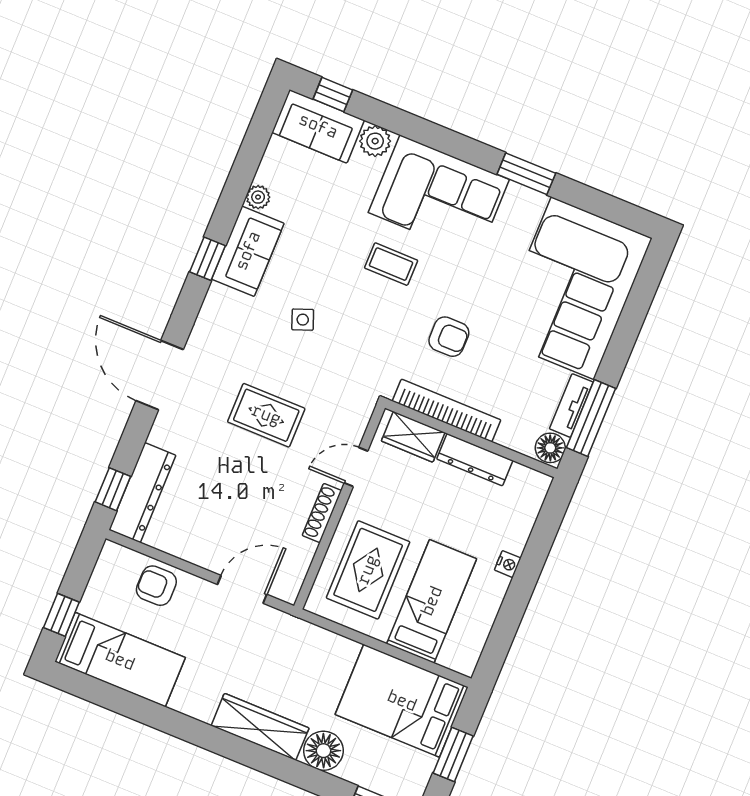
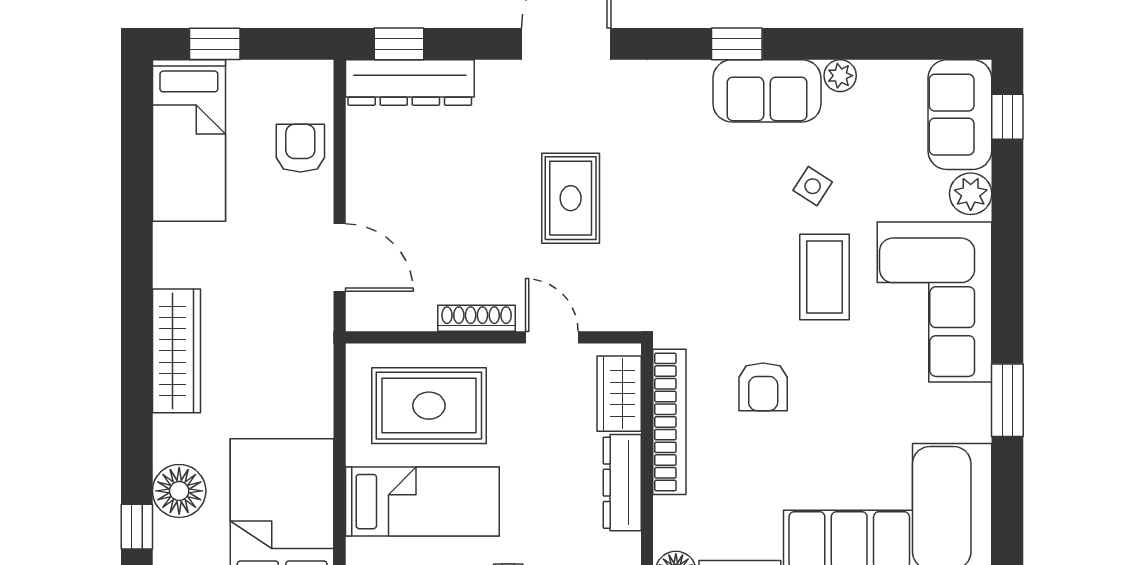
coffee table: (391, 264) -> (825, 277), width x1.36, depth x1.30
side table: (303, 320) -> (813, 186), moved, turned -36
floor lamp: (323, 751) -> (179, 491), moved

